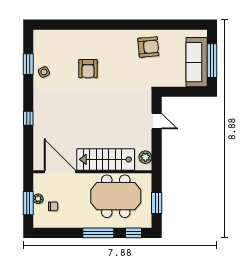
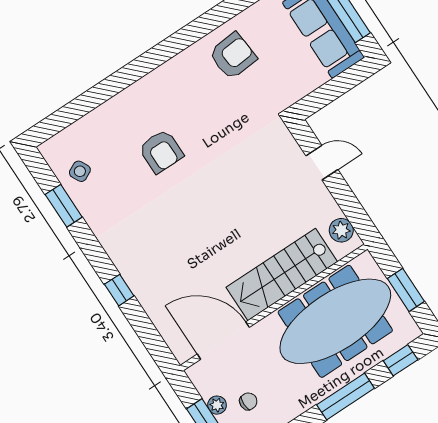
side table: (44, 72) -> (80, 171), moved
meeting table: (116, 196) -> (335, 321), width x1.36

